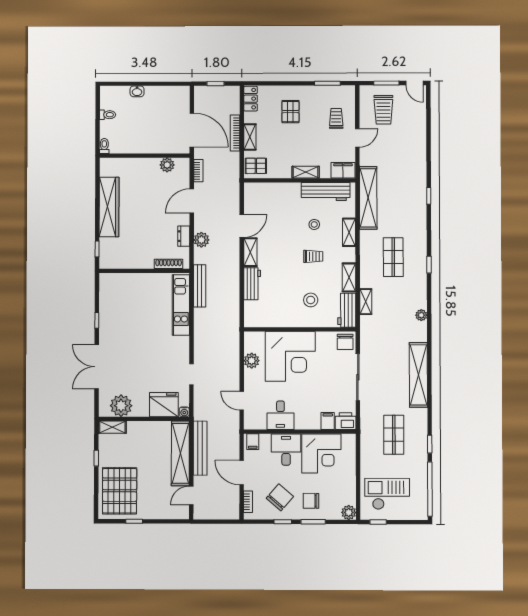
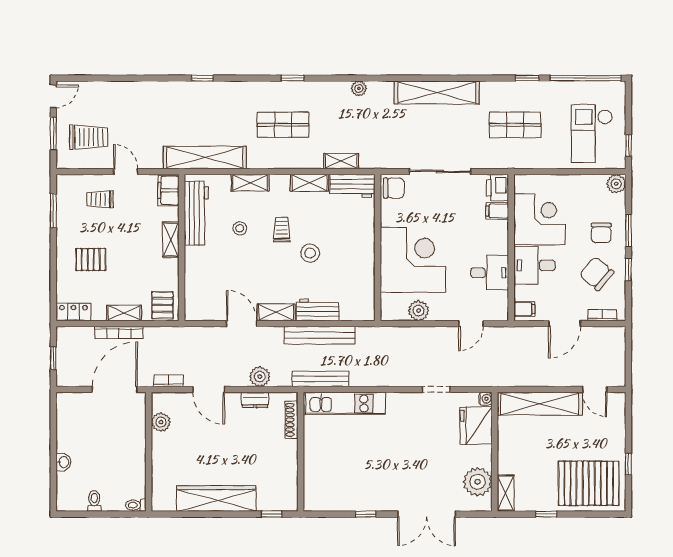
stool: (311, 300) -> (310, 253), moved
bench: (200, 448) -> (320, 335), moved

